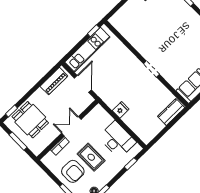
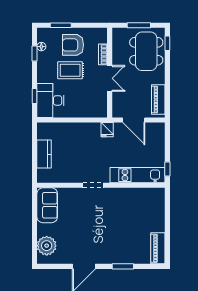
kitchen unit: (87, 50) -> (138, 175), moved, turned 90
fridge: (121, 110) -> (107, 130), moved
kitchen counter: (171, 112) -> (44, 154), moved
dining table: (30, 120) -> (146, 51), width x1.38
desk: (117, 140) -> (50, 100), moved, turned 90

